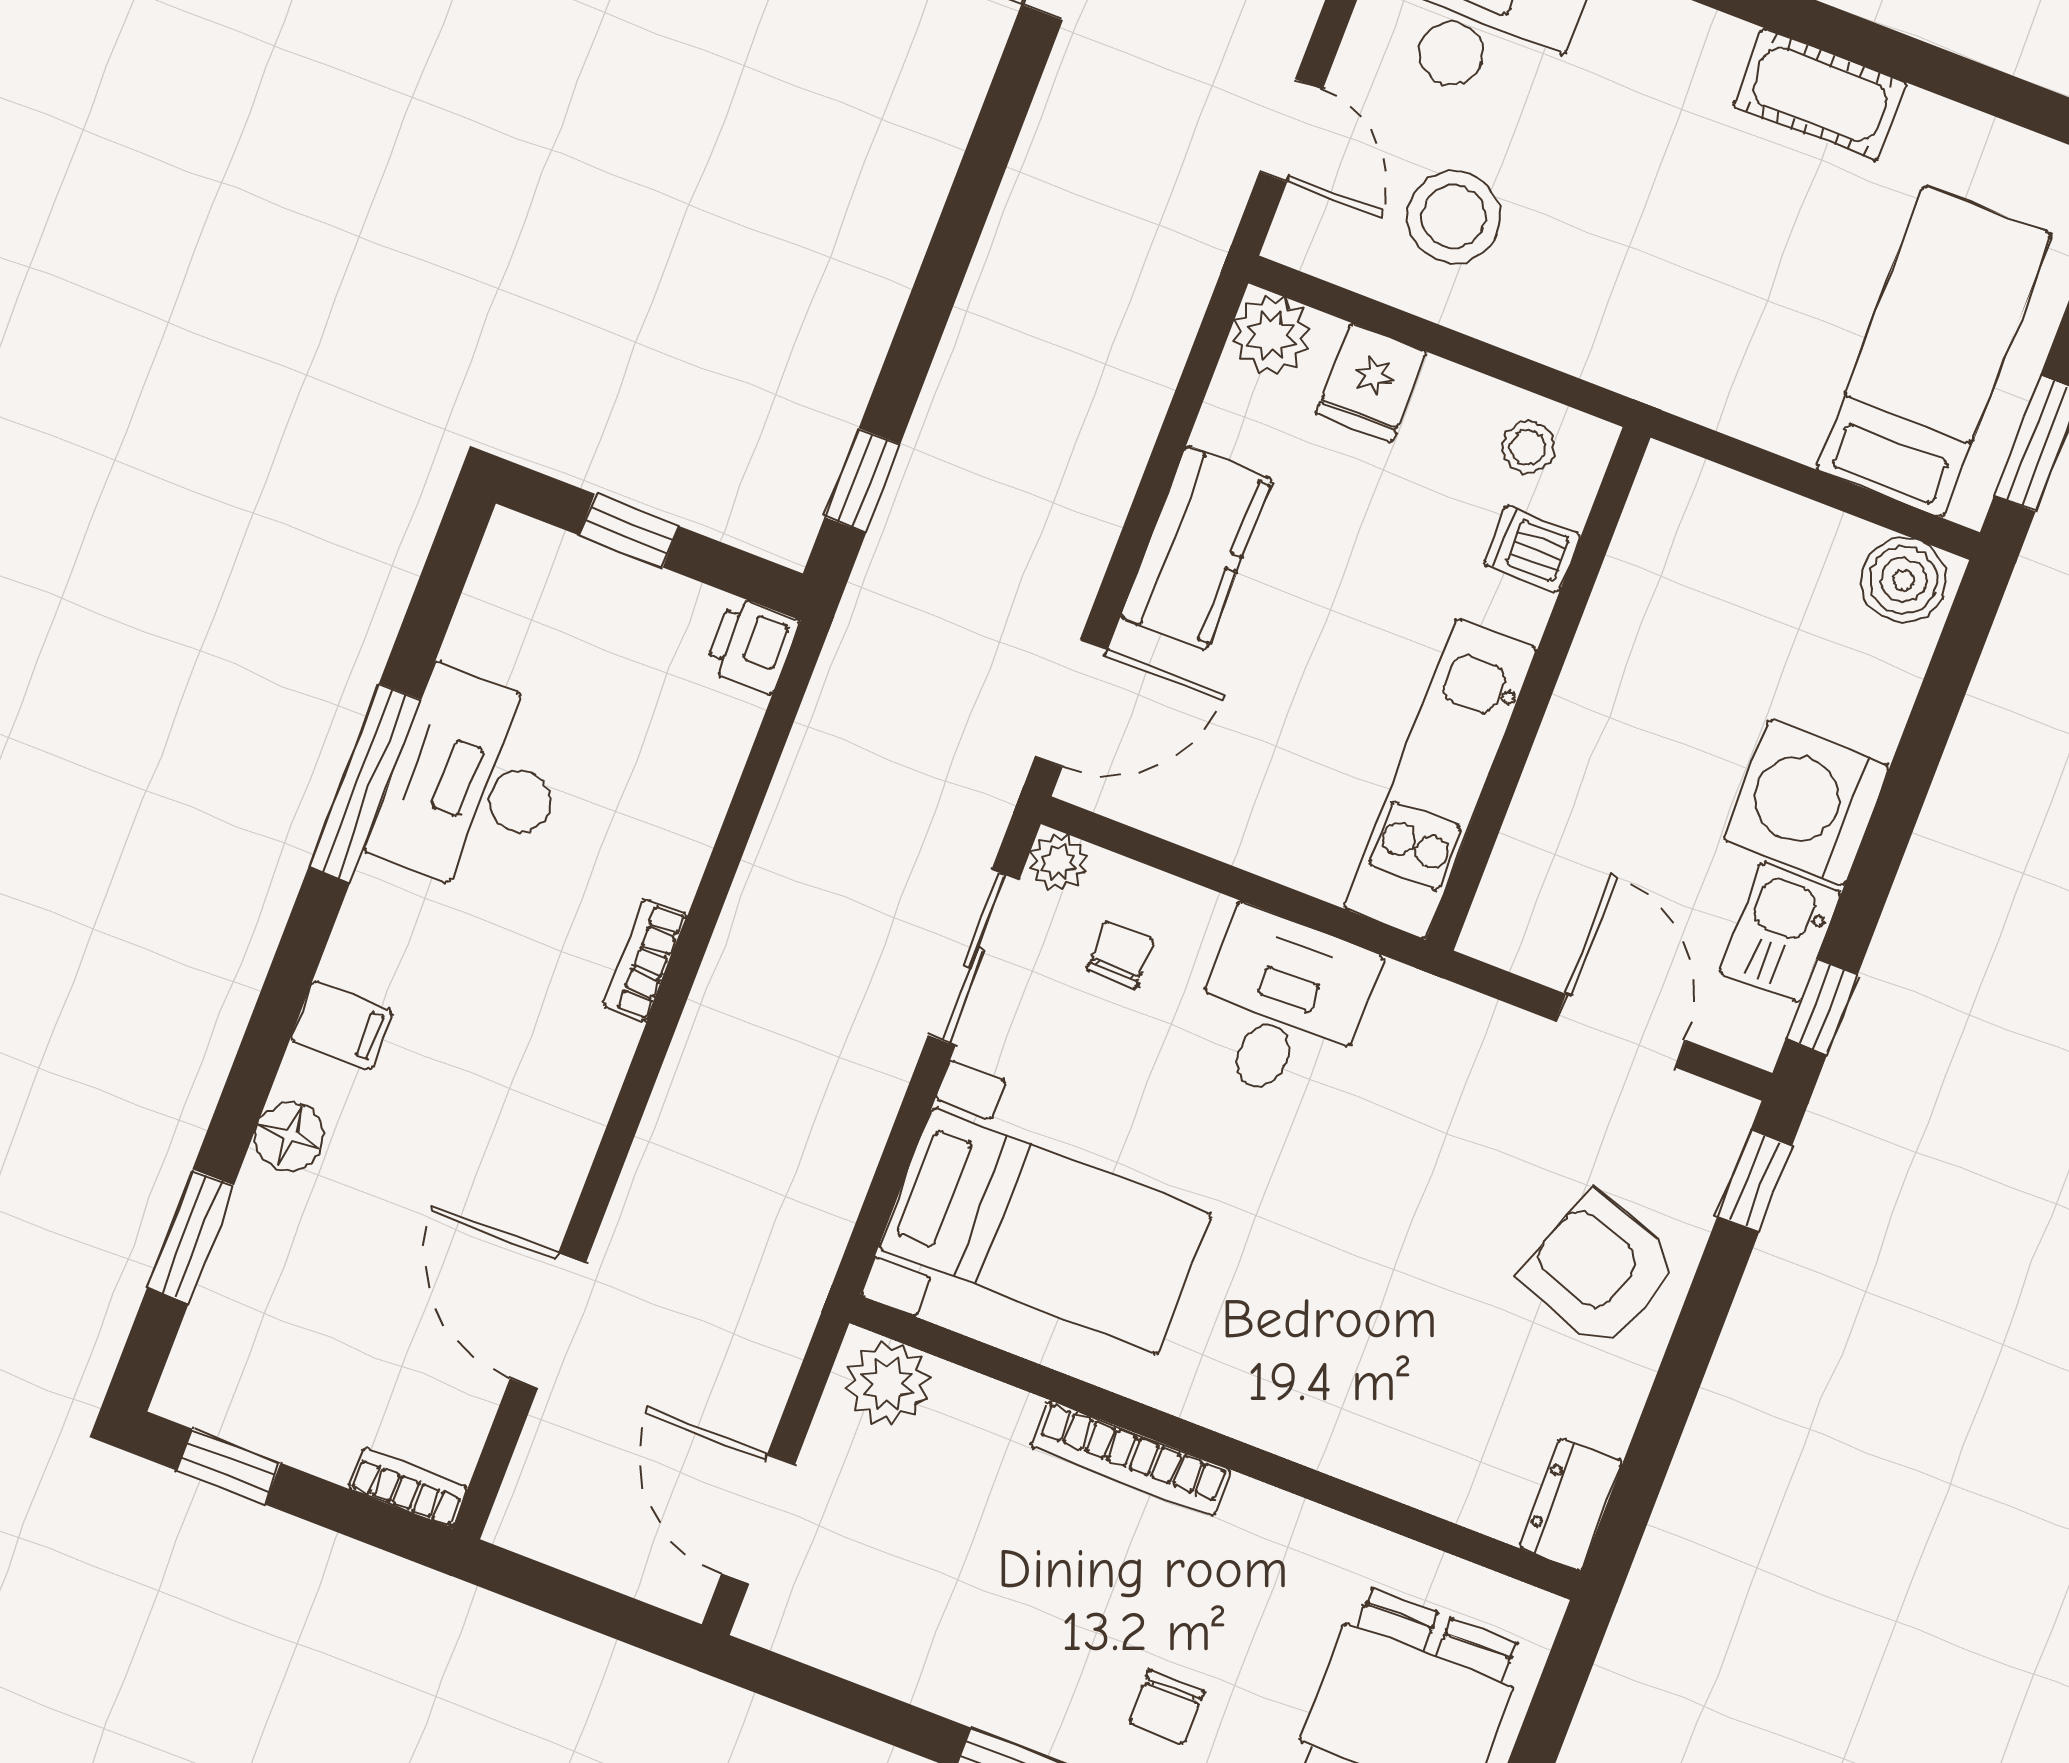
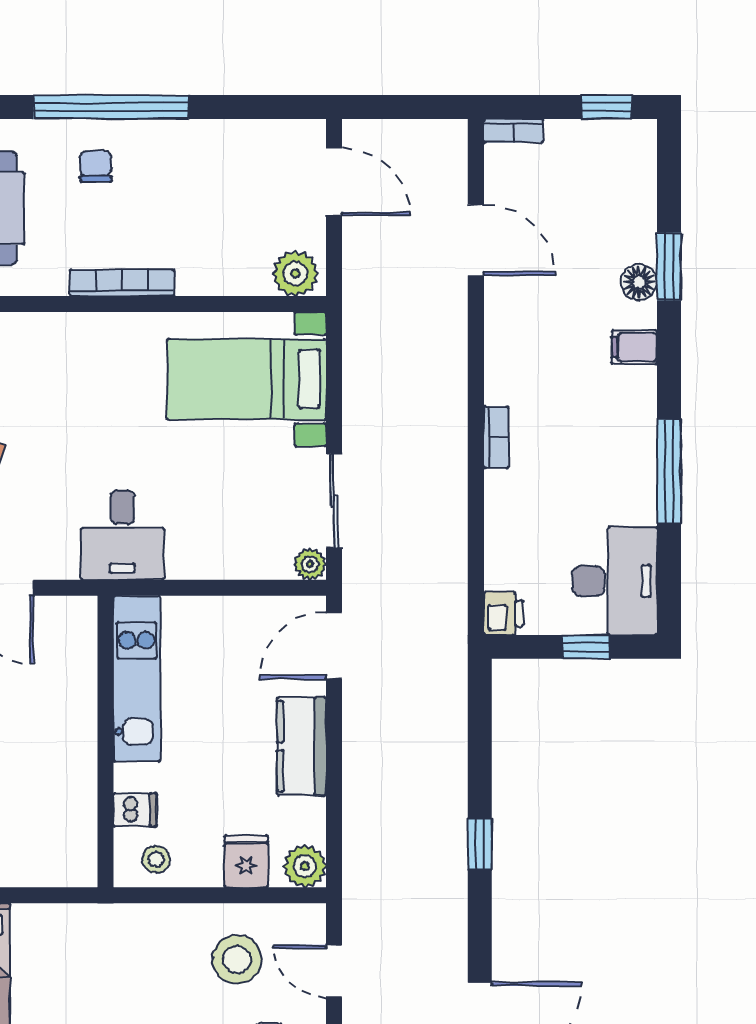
window: (862, 481) -> (480, 844), moved
desk: (474, 784) -> (615, 581), moved
chair: (1120, 955) -> (262, 530), removed
desk: (1282, 1007) -> (122, 535), moved
window: (190, 1237) -> (669, 267), moved
bookcase: (1131, 1458) -> (122, 283), moved

